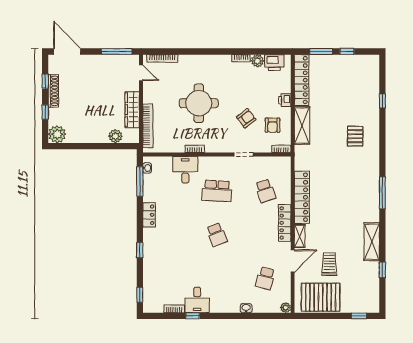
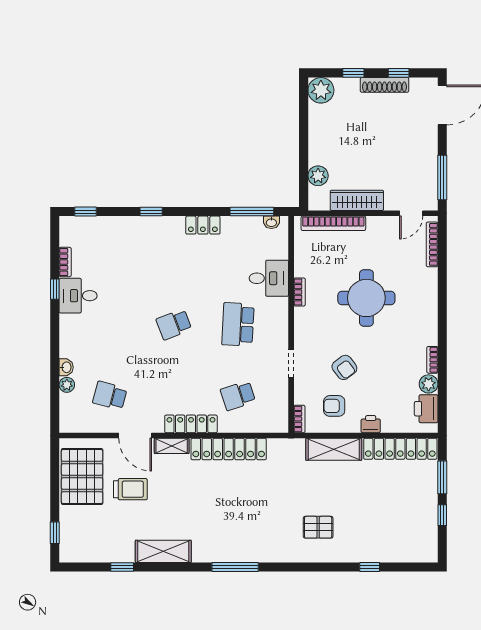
plant: (286, 308) -> (67, 385), moved

